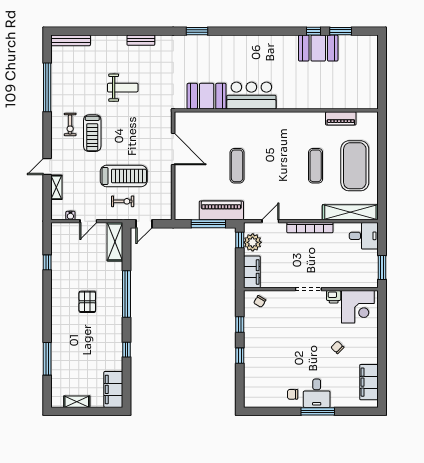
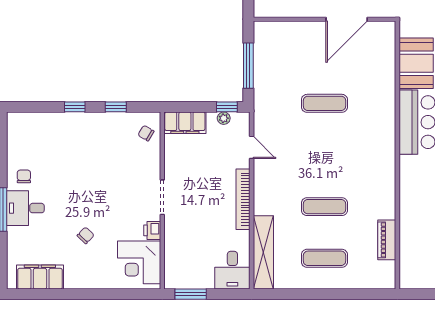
exercise mat: (355, 166) -> (324, 258), width x0.50, depth x0.69
piano: (221, 210) -> (266, 83), removed
plant: (253, 242) -> (224, 118), width x0.53, depth x0.53

